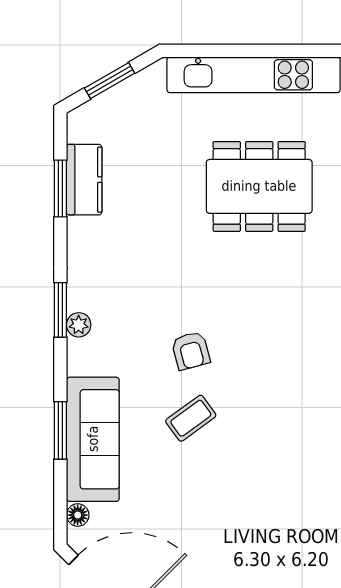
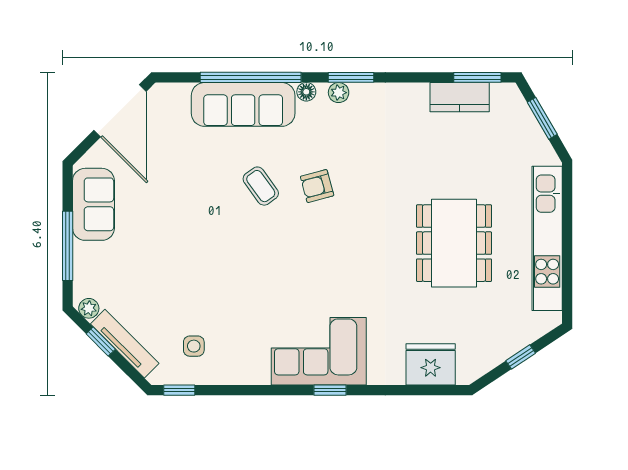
window: (60, 189) -> (477, 77), moved
window: (60, 430) -> (251, 77), width x2.11
floor lamp: (78, 515) -> (306, 92), moved

